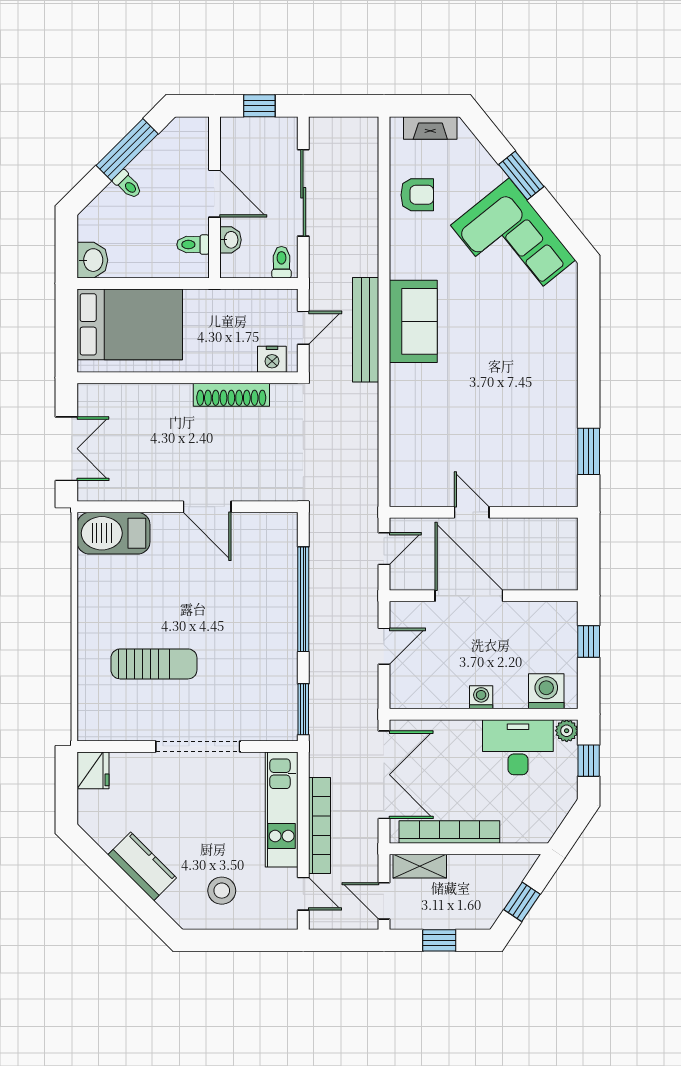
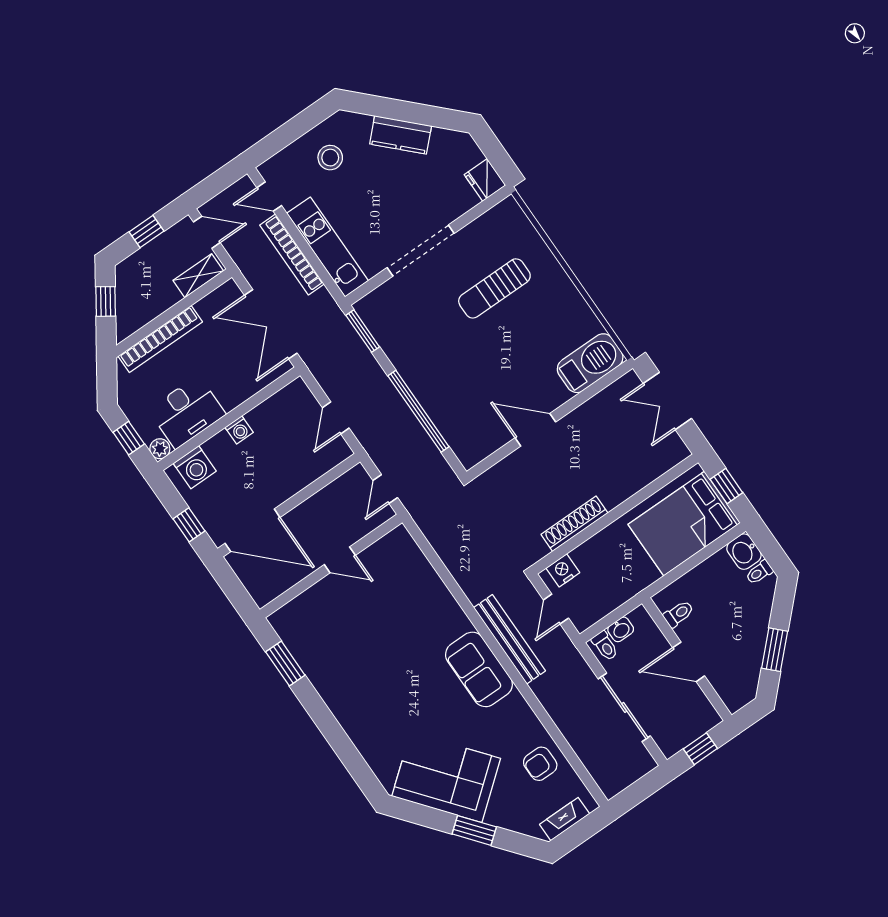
window: (127, 150) -> (775, 650), width x0.69
toilet: (128, 185) -> (759, 572), moved, turned -45
washbasin: (230, 240) -> (621, 629), moved, turned -90
window: (66, 332) -> (726, 486), added
door: (469, 596) -> (252, 530), moved
bookcase: (449, 832) -> (160, 339), moved

